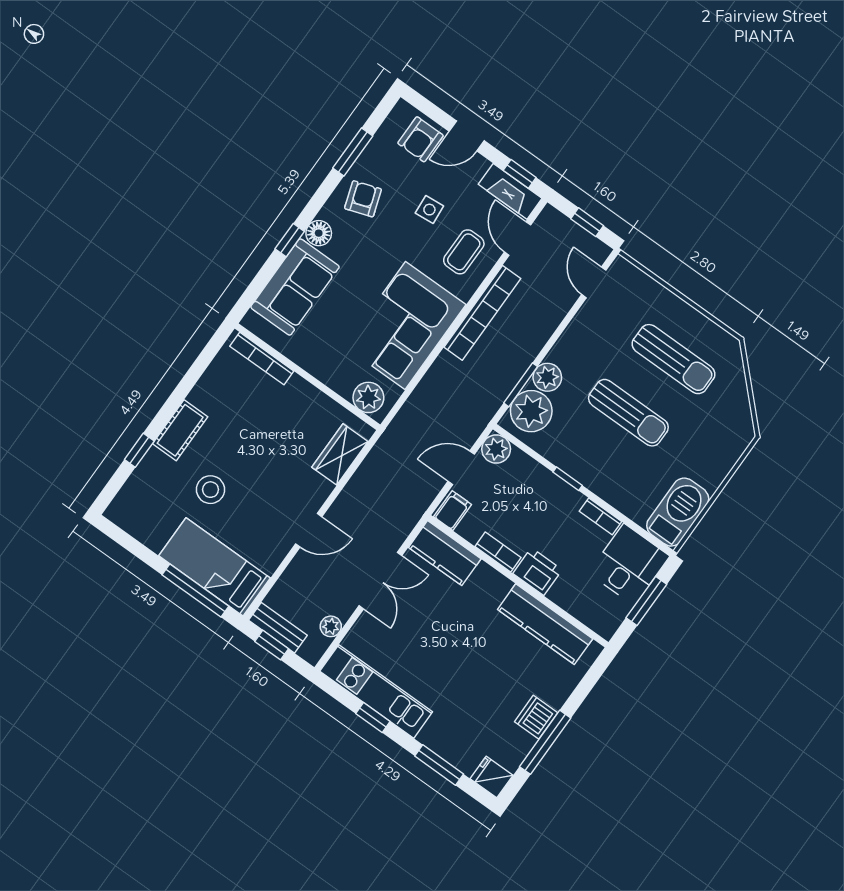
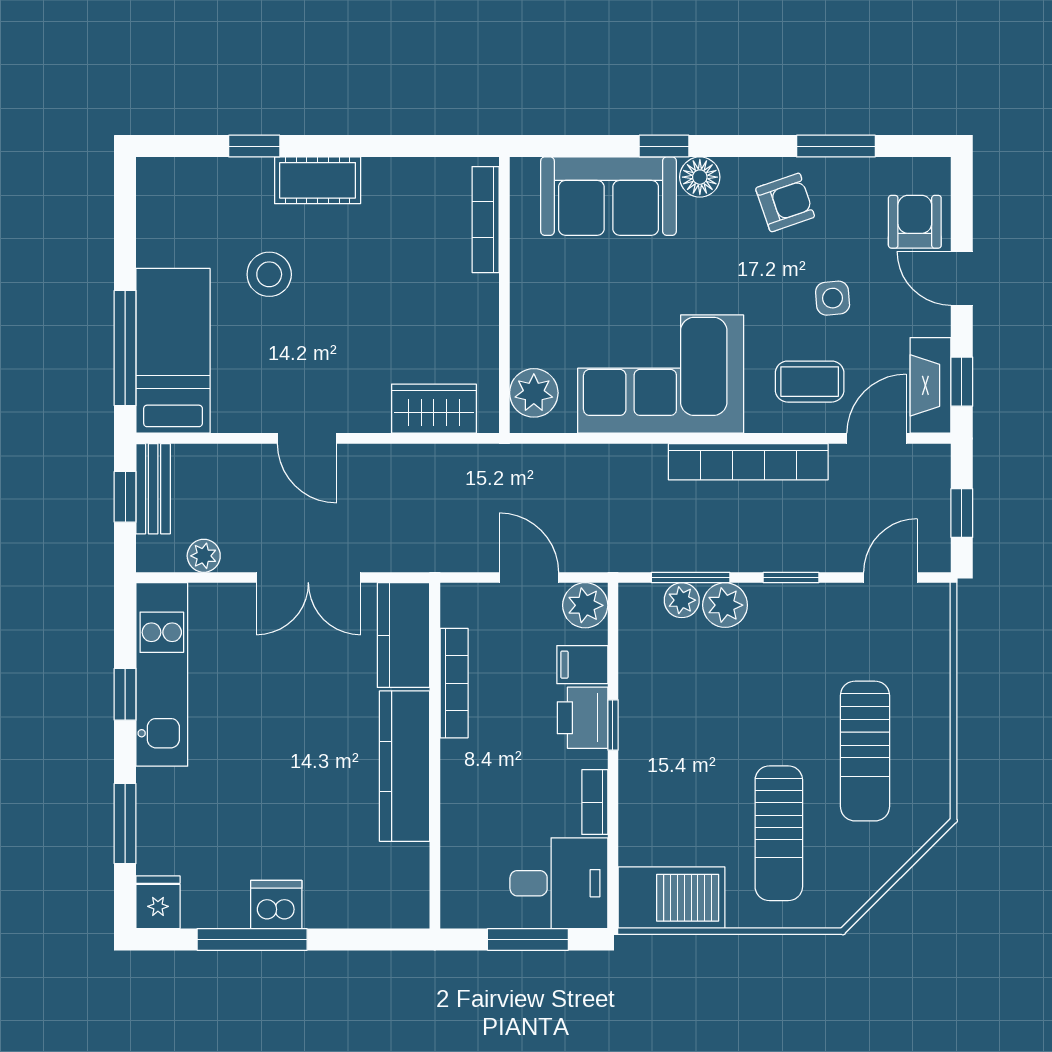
armchair: (420, 139) -> (915, 222), turned 90
window: (557, 333) -> (791, 577), added
plant: (531, 411) -> (682, 600), width x0.53, depth x0.53
sun lounger: (628, 413) -> (779, 833), moved
filing cabinet: (452, 511) -> (582, 665), moved, turned 180
bookcase: (498, 552) -> (454, 683), width x1.56
printer: (537, 572) -> (583, 718), moved, turned 180
kitchen counter: (545, 624) -> (405, 766), moved

